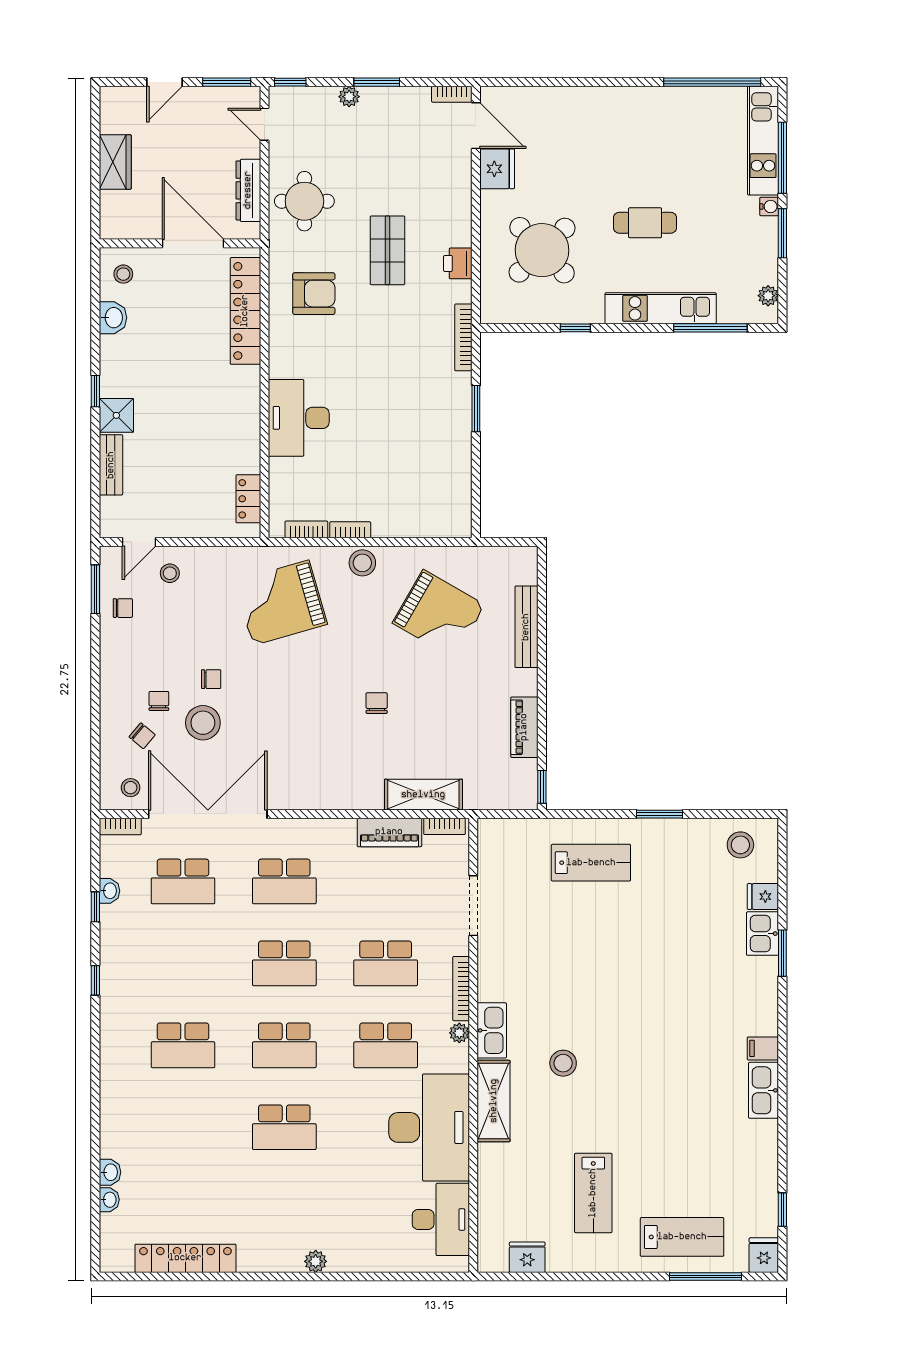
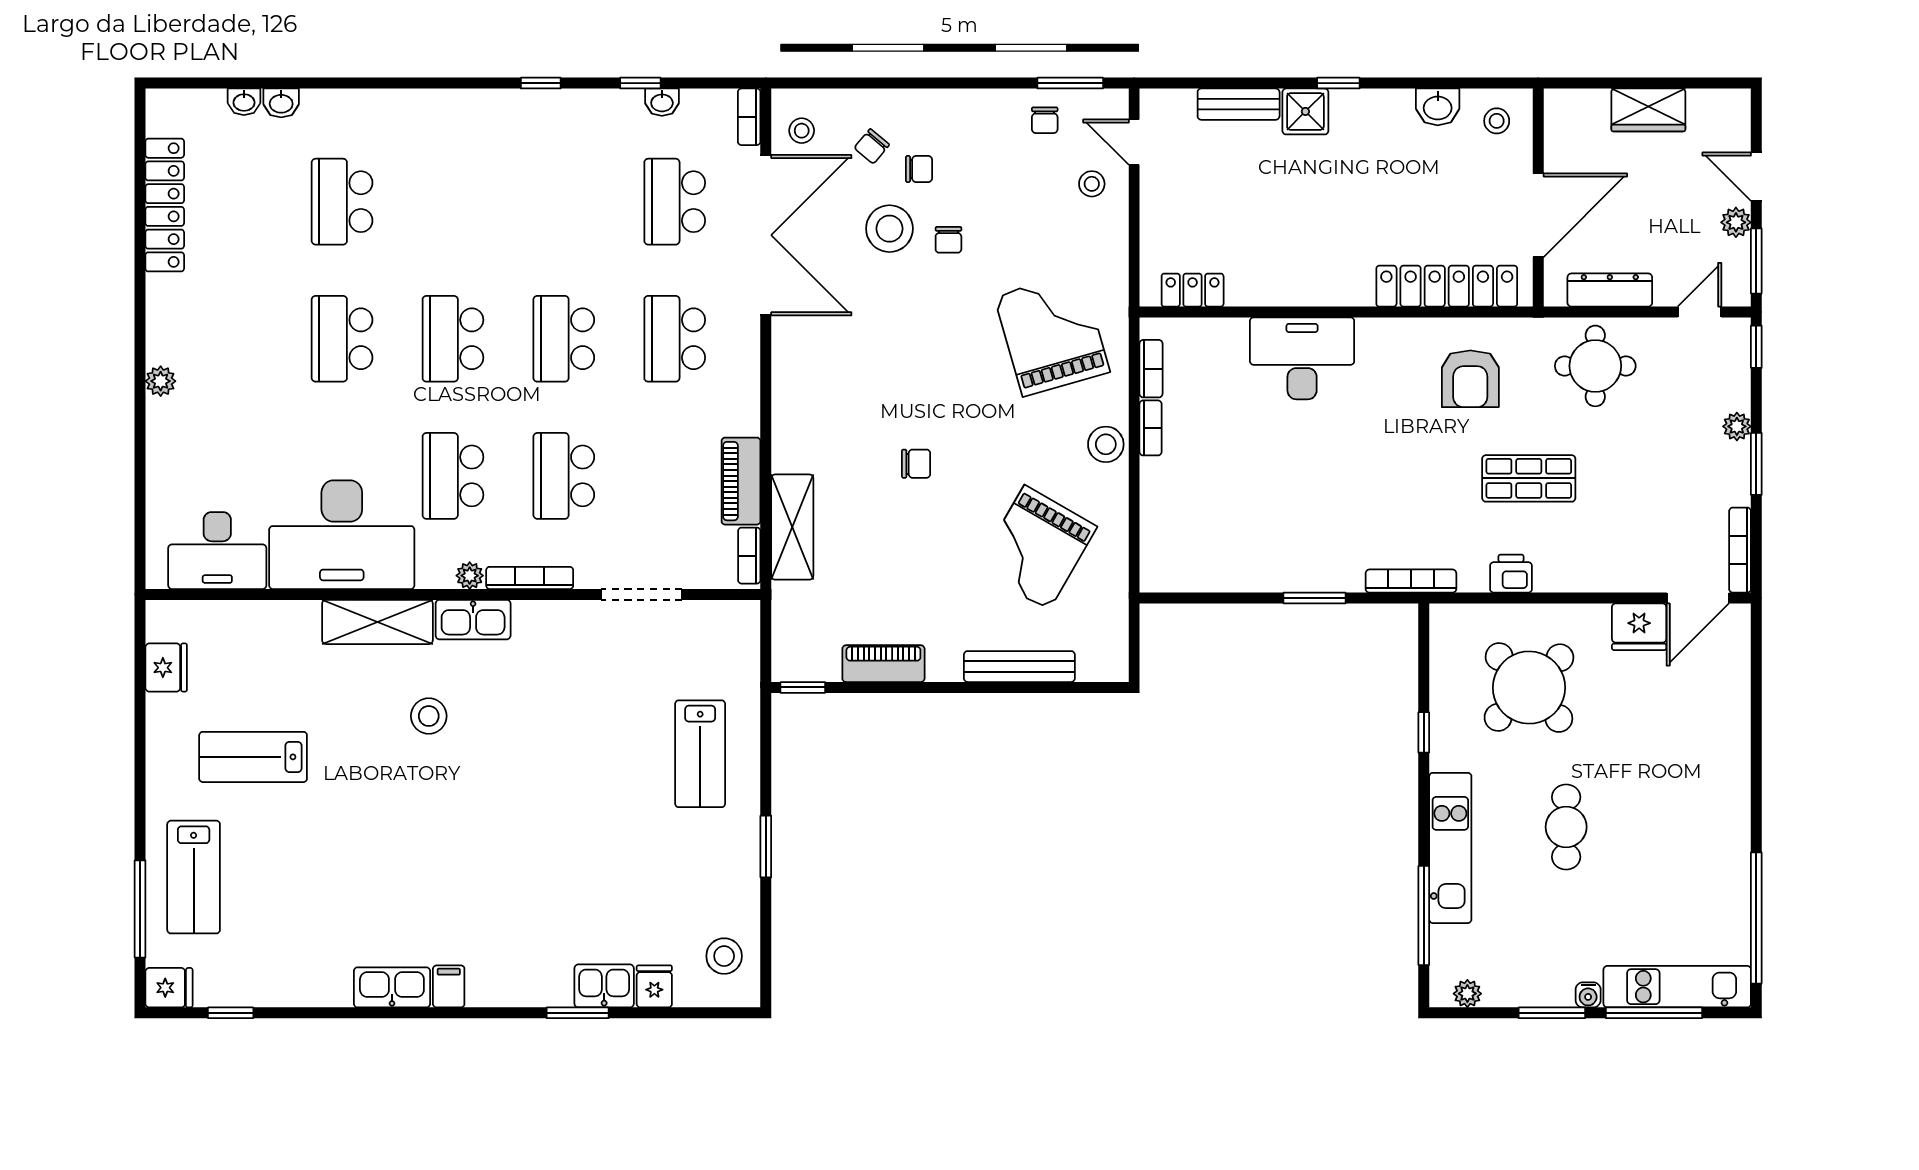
bookcase: (452, 94) -> (1740, 550), width x1.56
plant: (198, 97) -> (1736, 222), added
school desk: (183, 1045) -> (342, 202), moved

